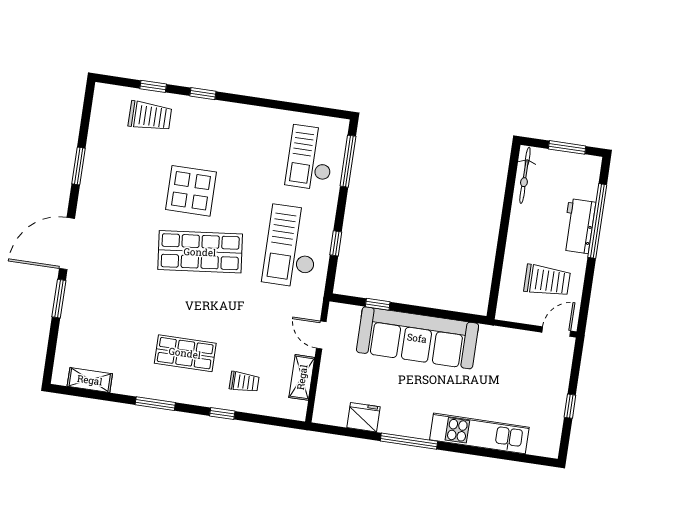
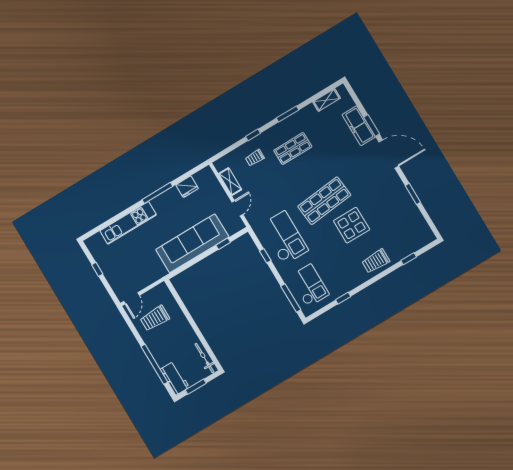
window: (203, 94) -> (343, 298), moved
trolley: (150, 116) -> (376, 261), moved
workbench: (579, 226) -> (175, 378), moved
door: (67, 243) -> (389, 154), hinge flipped
freezer: (76, 312) -> (359, 126), added
door: (321, 335) -> (237, 208), hinge flipped

